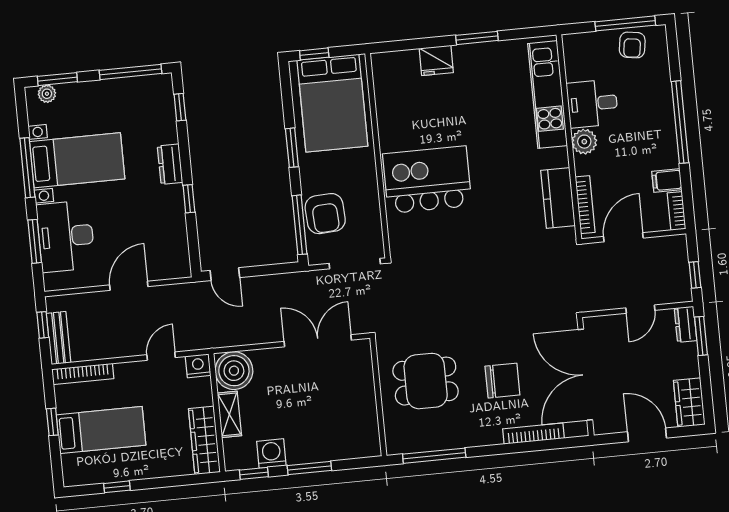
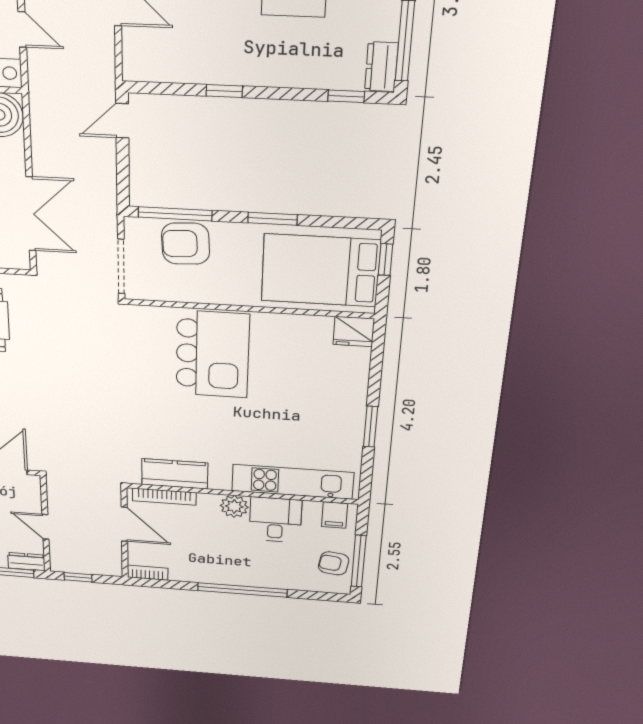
fridge: (436, 60) -> (354, 332), moved, turned -90
dresser: (170, 164) -> (381, 67), moved, turned -90
filing cabinet: (667, 180) -> (335, 515), moved, turned 180

